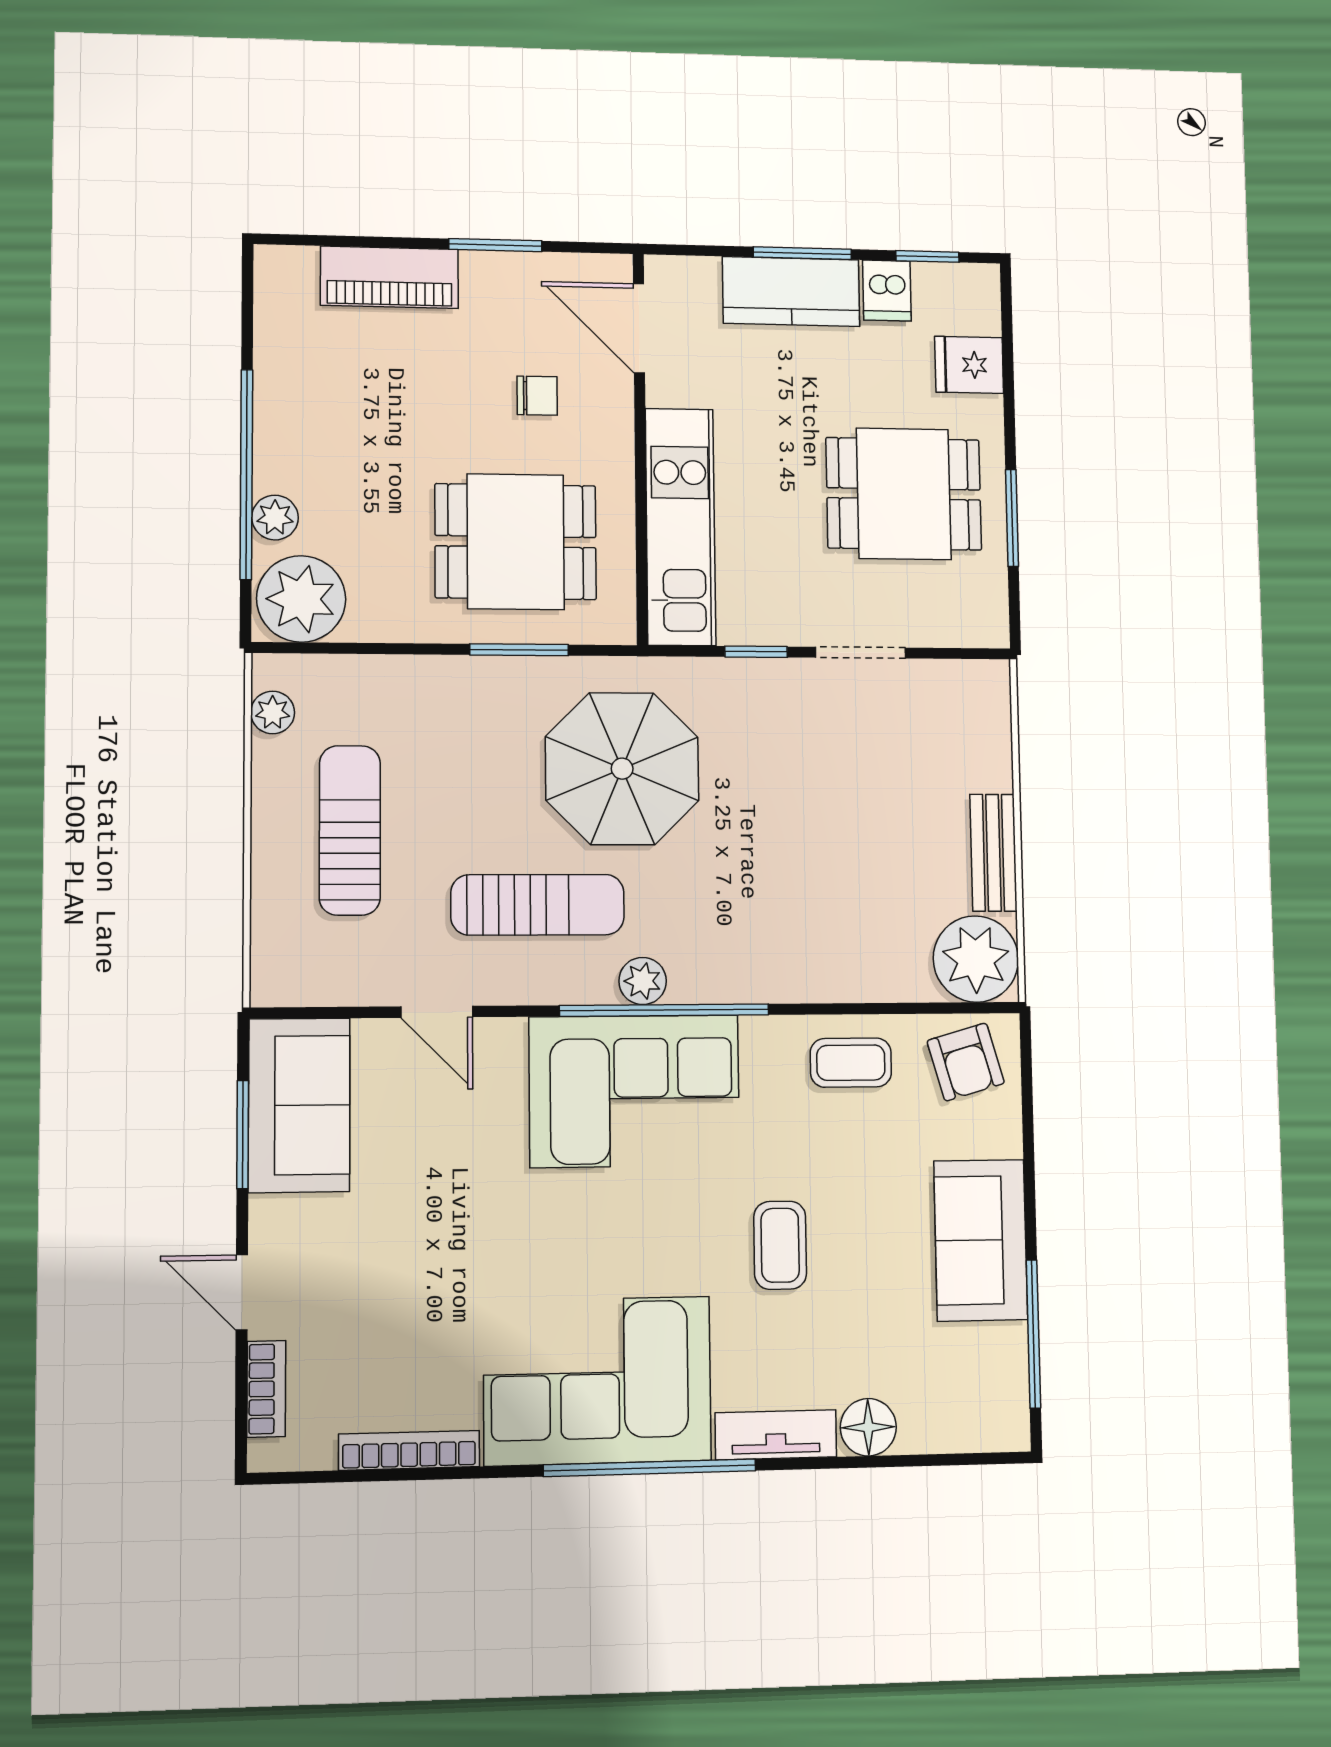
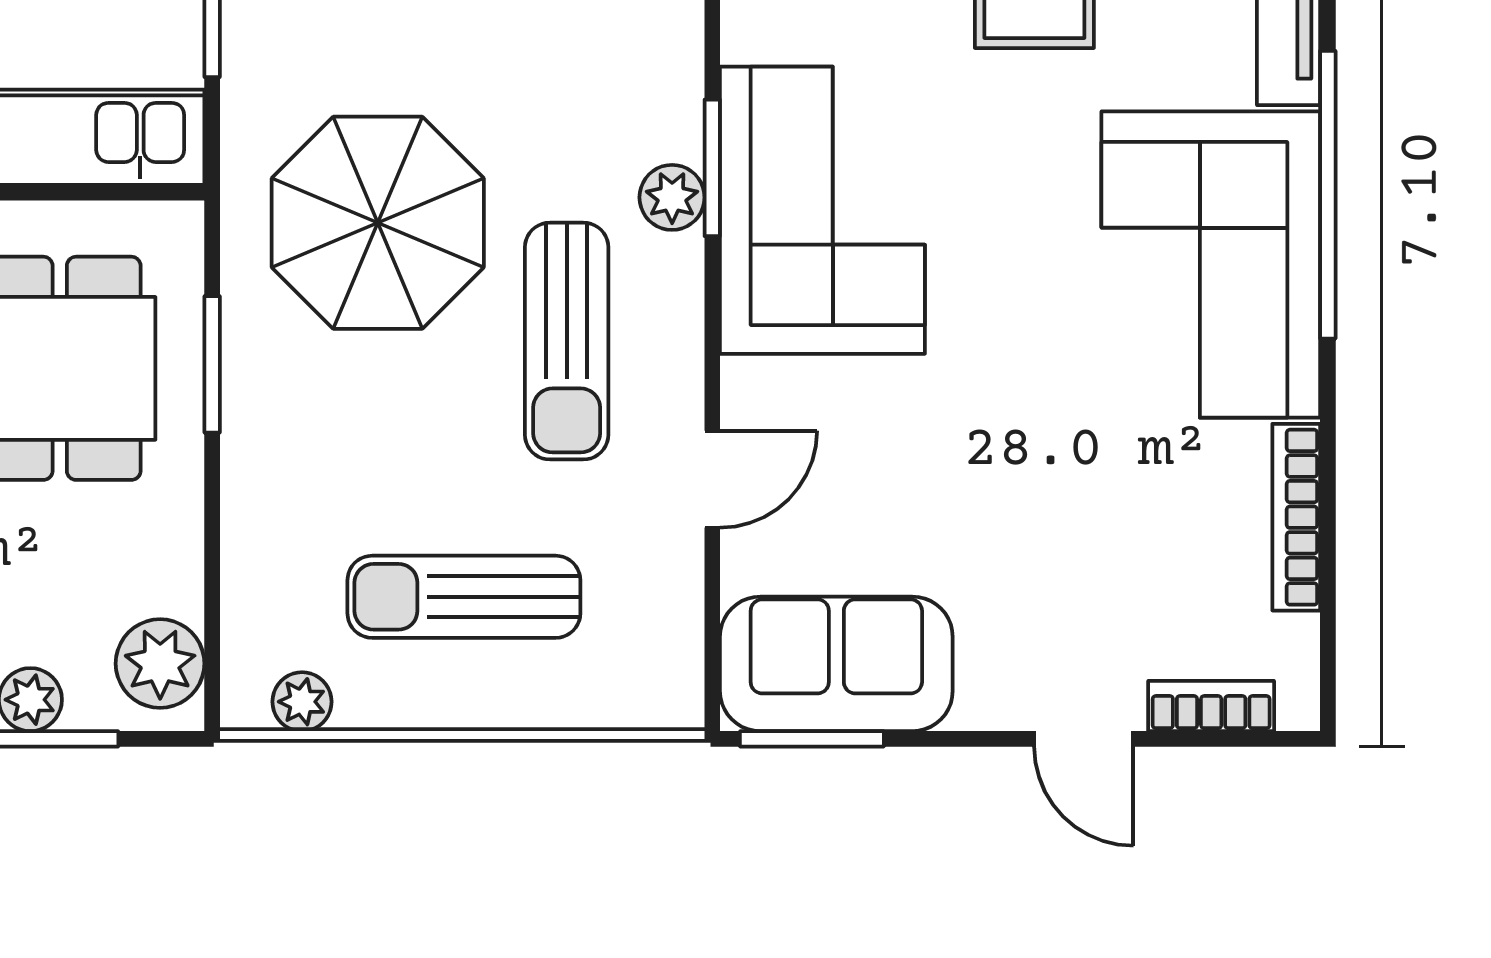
plant: (301, 599) -> (160, 664), width x0.73, depth x0.73
sun lounger: (538, 905) -> (567, 341), turned 180
window: (664, 1010) -> (712, 168), width x0.47
window: (243, 1134) -> (812, 739), moved
door: (242, 1292) -> (1084, 739), hinge flipped

